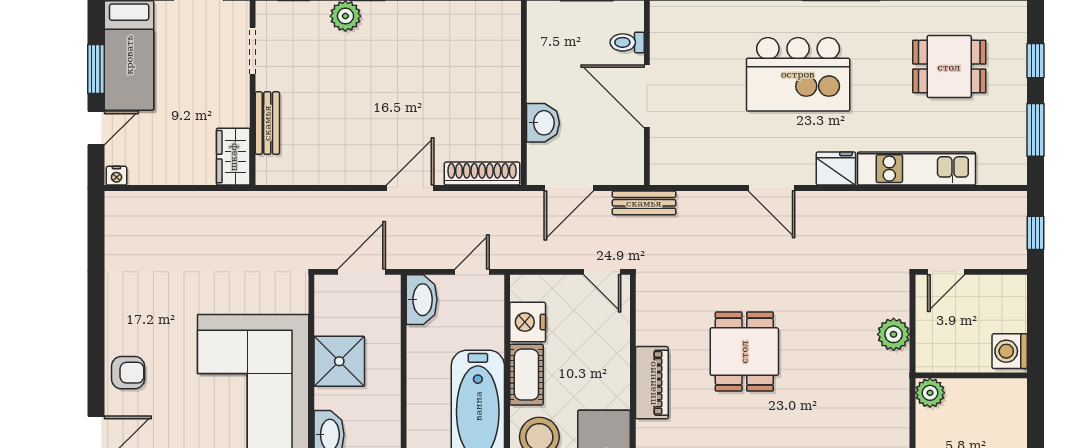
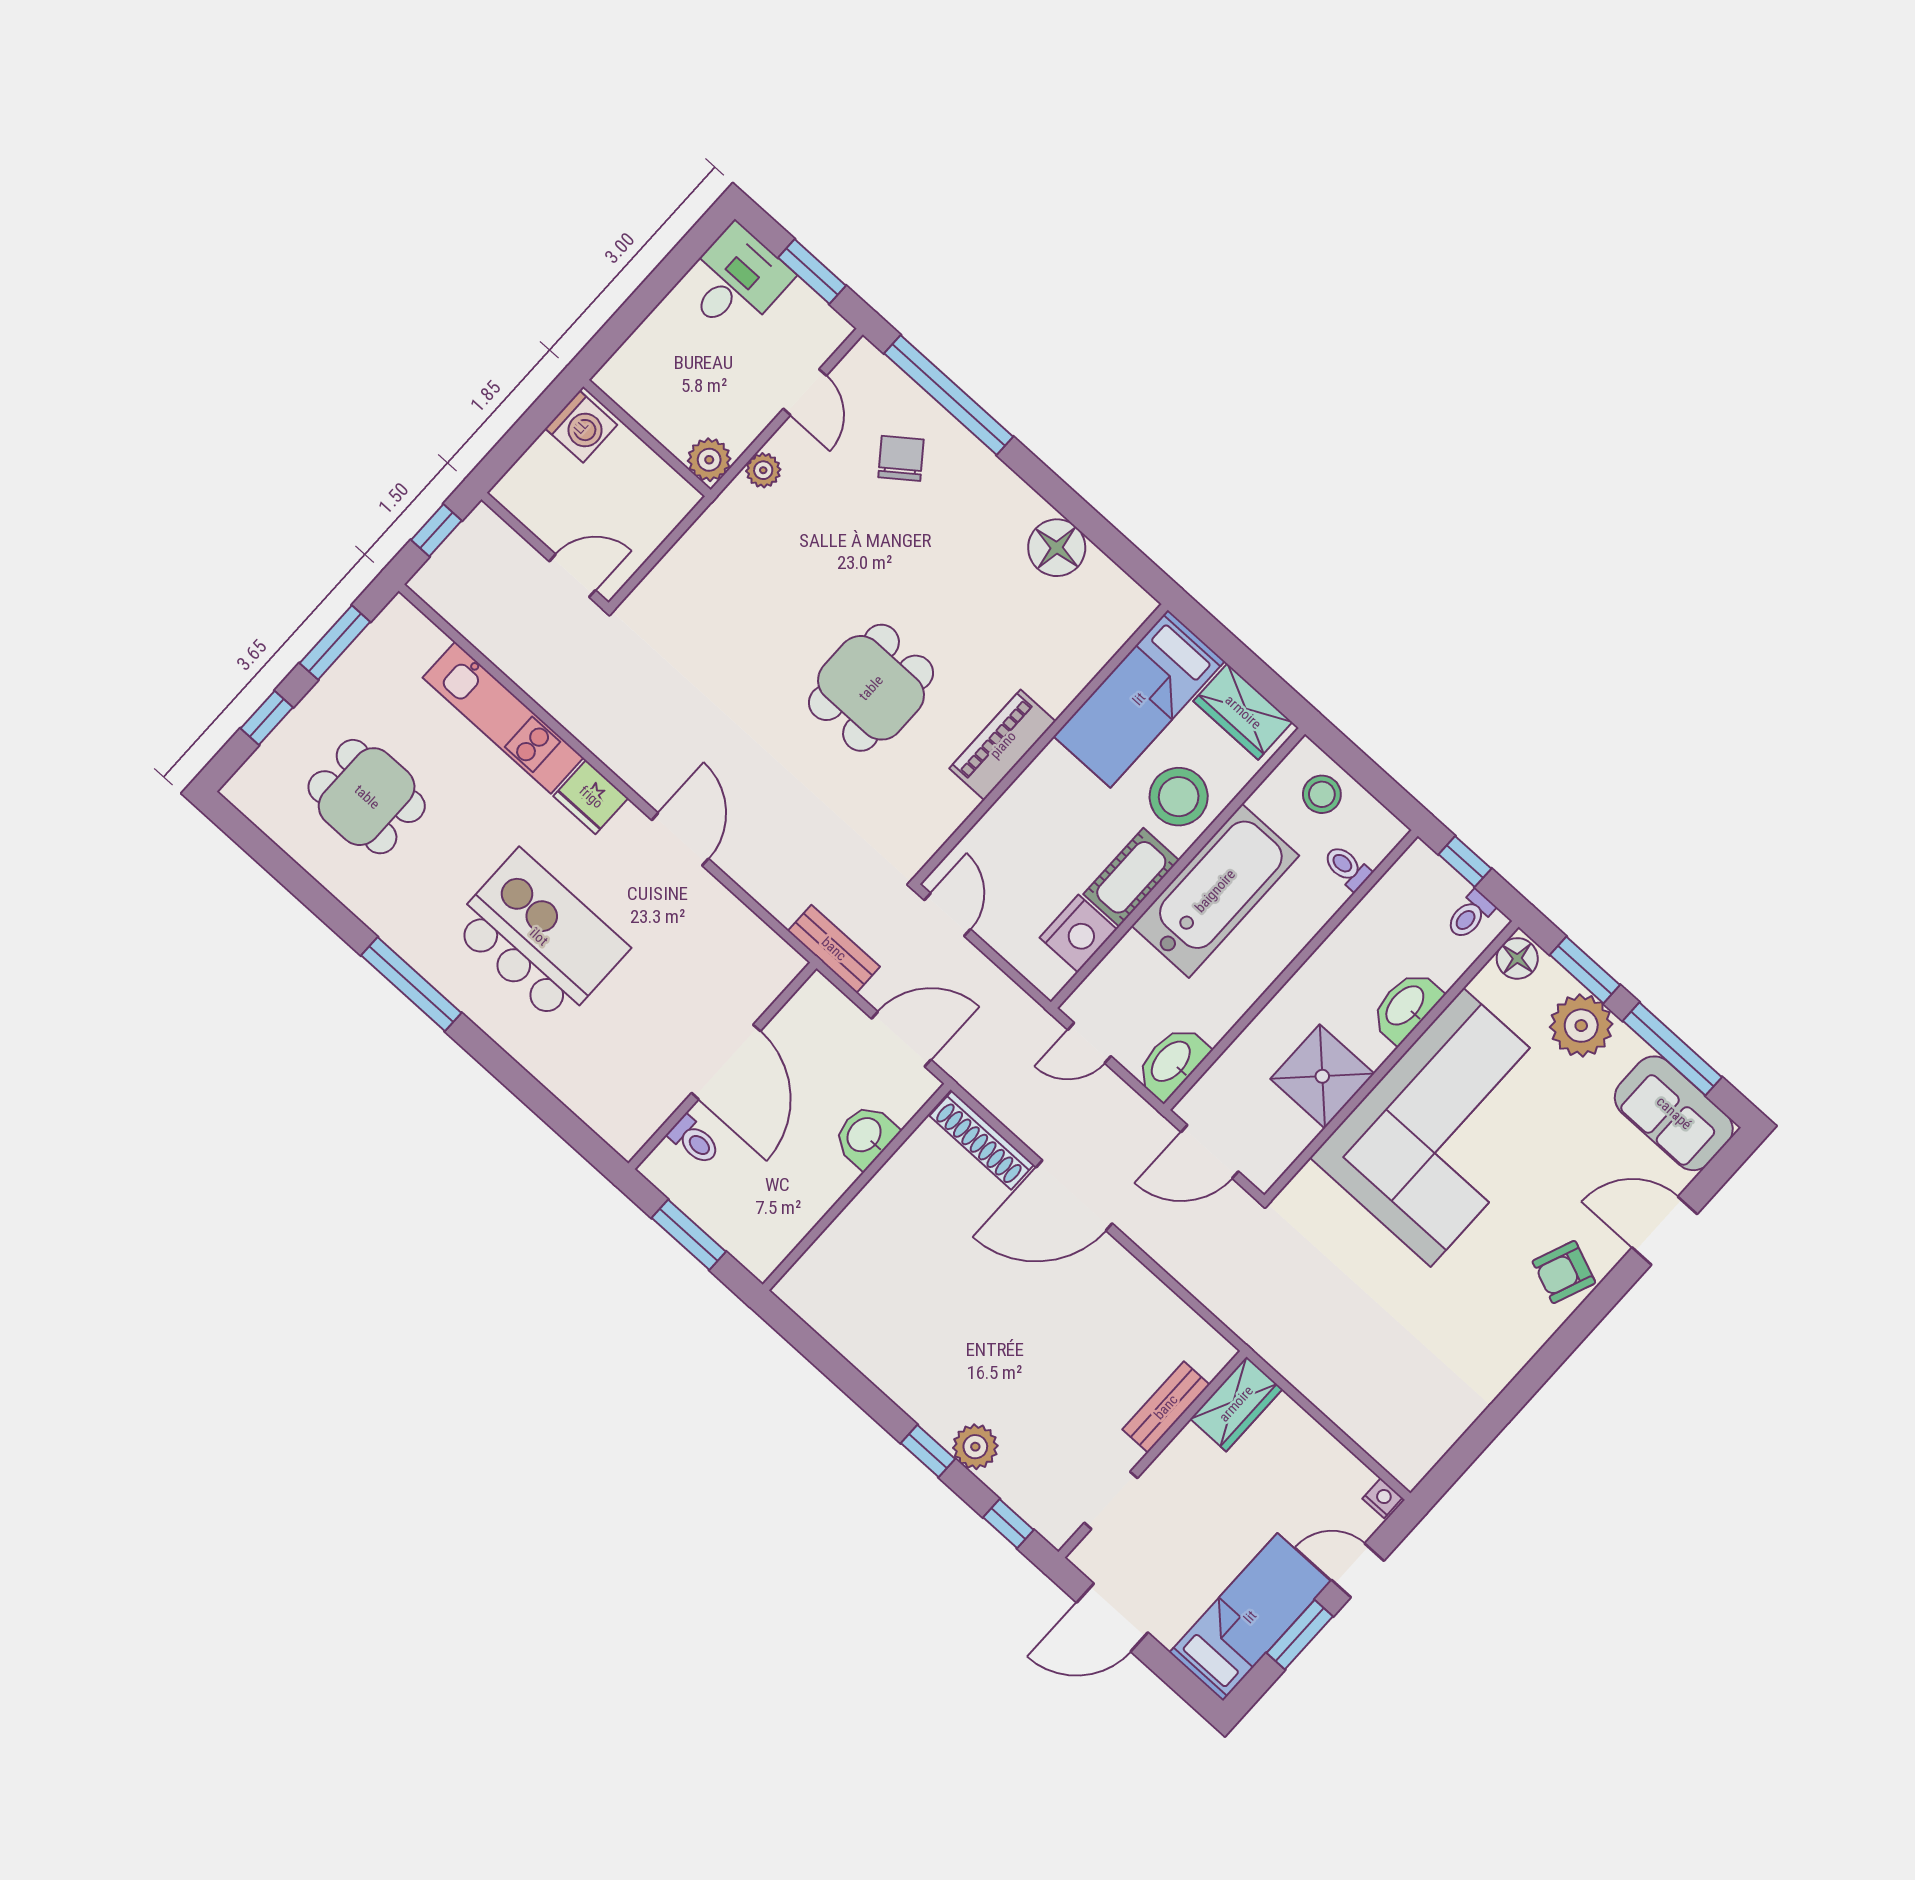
door: (410, 188) -> (1074, 1195), width x1.36
plant: (894, 334) -> (763, 470), moved, width x0.73, depth x0.73
armchair: (128, 373) -> (1564, 1272), turned -68

